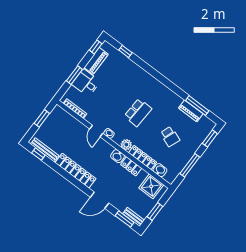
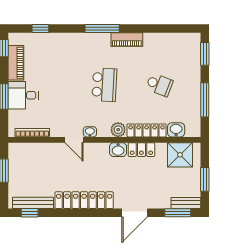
window: (197, 106) -> (102, 28), moved
piano: (191, 111) -> (127, 40), moved

